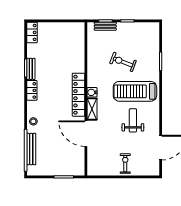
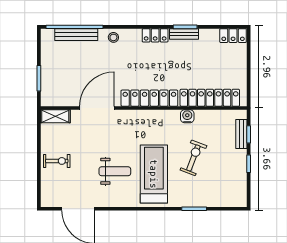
locker: (78, 50) -> (210, 98), added
water cooler: (92, 92) -> (187, 116), moved
shelving: (92, 109) -> (55, 116), moved

